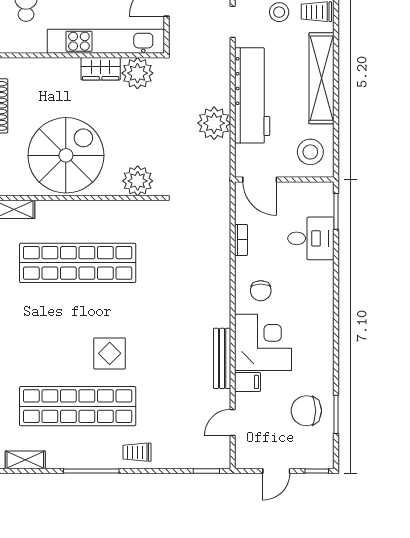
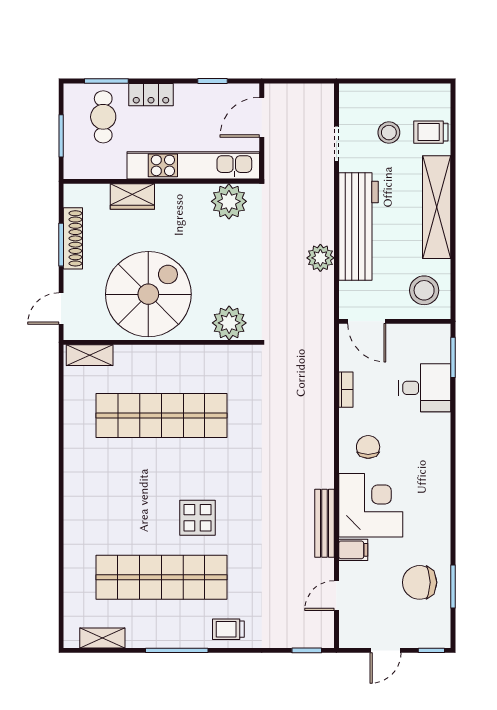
wardrobe: (101, 69) -> (132, 196), moved
plant: (214, 123) -> (320, 258), width x0.73, depth x0.73
chair: (261, 291) -> (368, 447), turned 180

